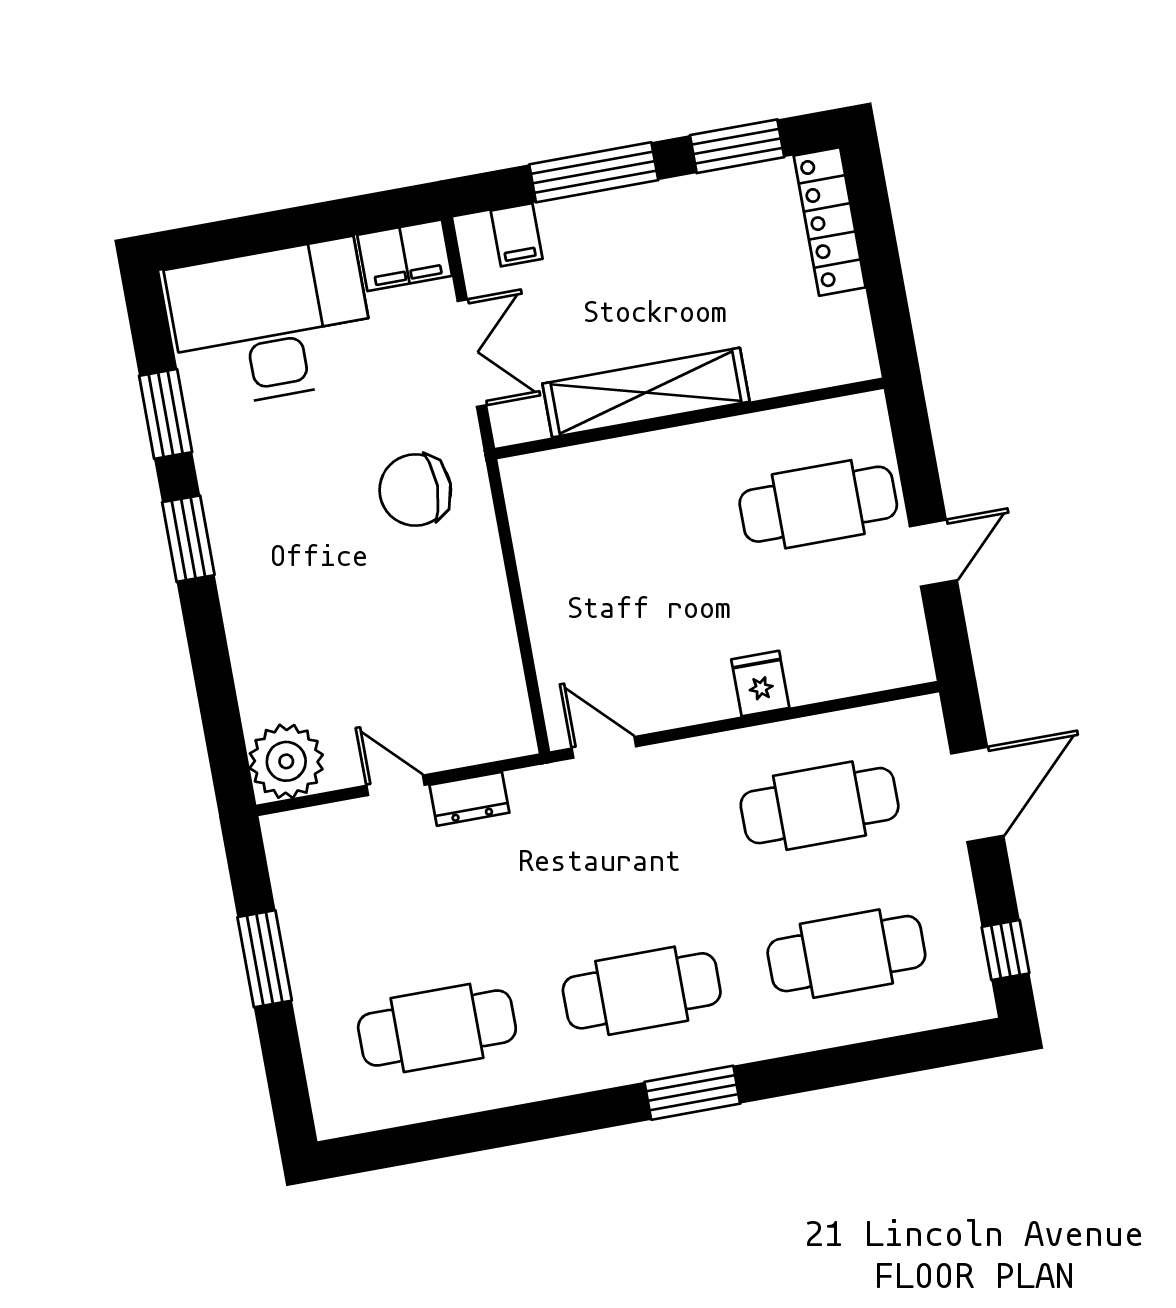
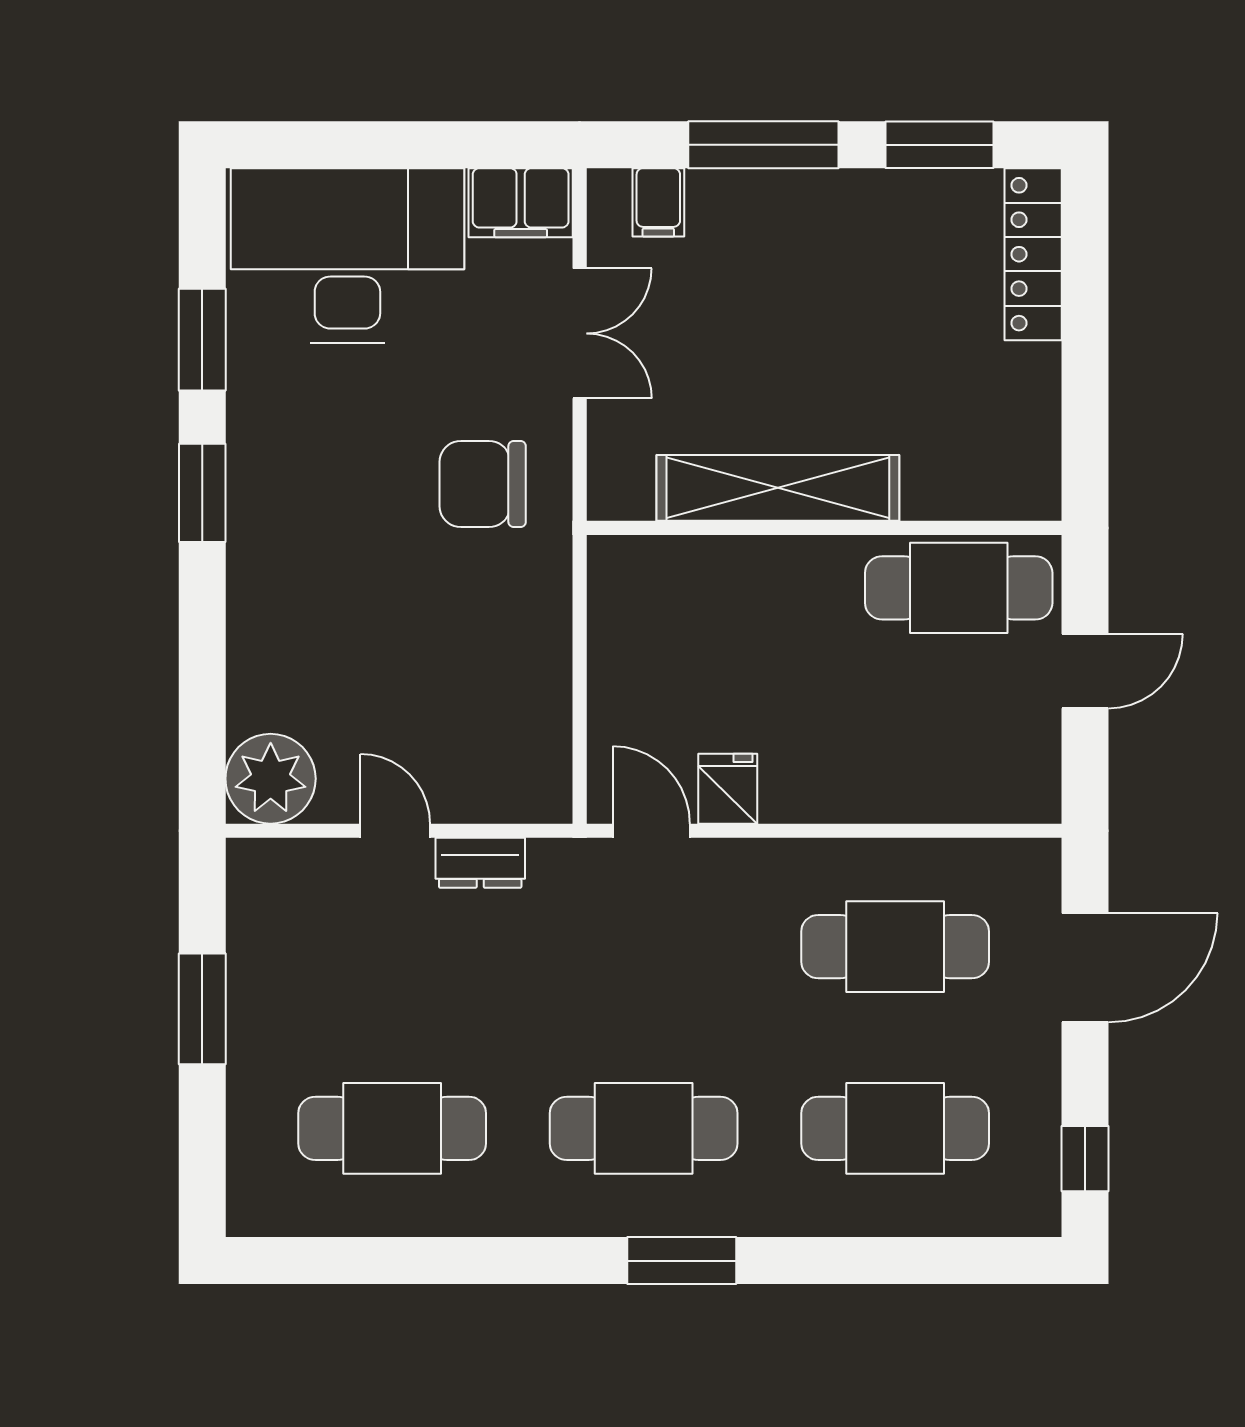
shelving: (646, 393) -> (778, 488), moved
wall: (689, 418) -> (824, 528), moved
fridge: (760, 684) -> (728, 789), moved

